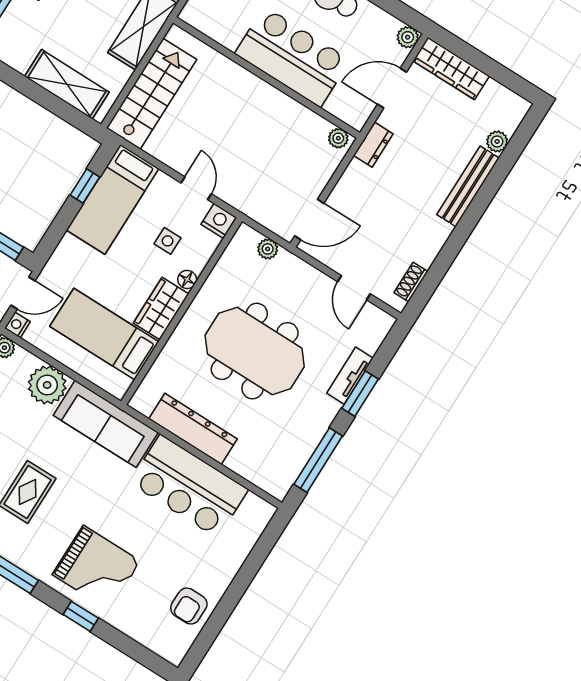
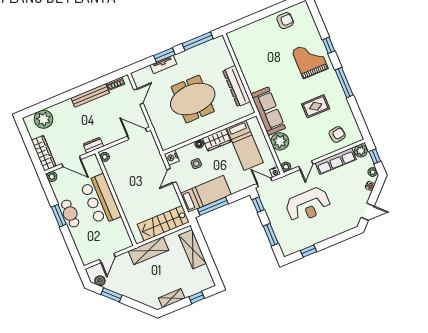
plant: (497, 141) -> (43, 119), width x1.88, depth x1.88
window: (85, 186) -> (213, 206), width x2.17
bench: (468, 186) -> (90, 95), moved
plant: (268, 249) -> (161, 134), removed
meeting table: (255, 351) -> (193, 99), turned 90
bar counter: (189, 486) -> (253, 66), removed

